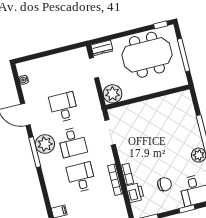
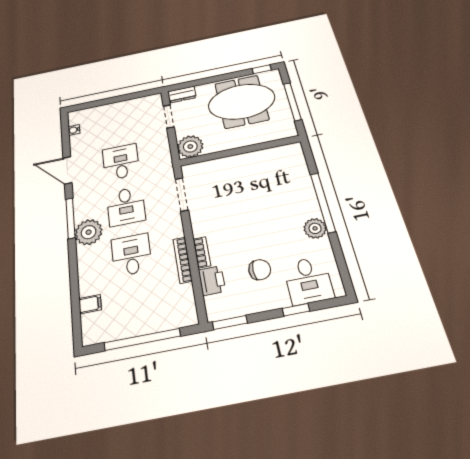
plant: (45, 144) -> (89, 232), moved

